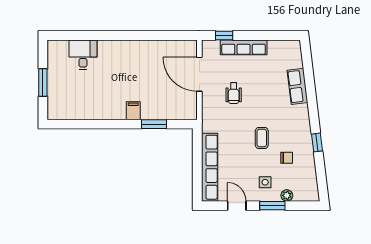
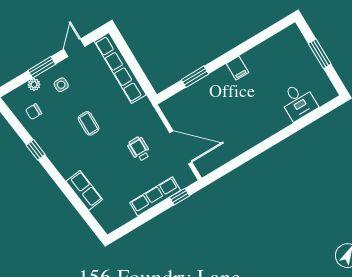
filing cabinet: (133, 111) -> (237, 68), moved
chair: (287, 158) -> (34, 112), moved
door: (237, 206) -> (74, 48), swing flipped

